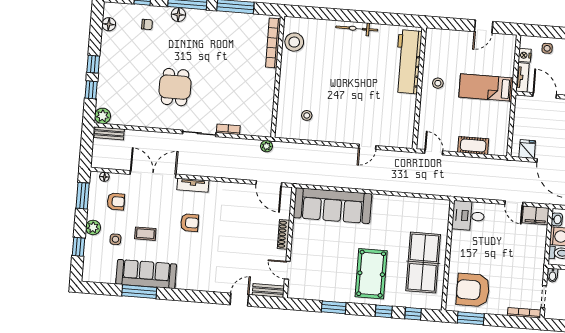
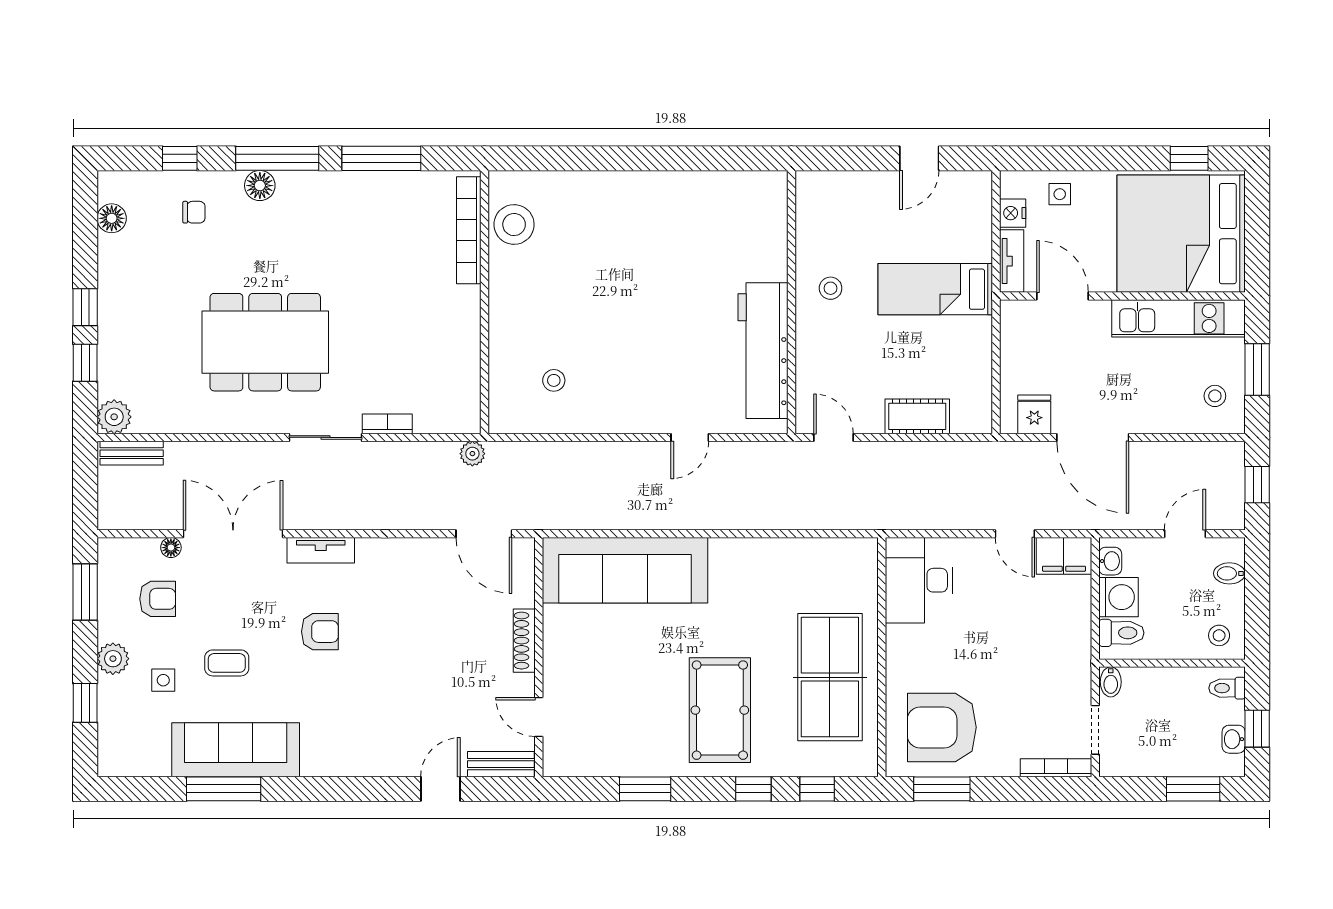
bicycle: (357, 29) -> (646, 185), removed
workbench: (408, 62) -> (763, 351), moved
dining table: (175, 87) -> (265, 342), width x1.88, depth x1.24
floor lamp: (104, 177) -> (171, 548), moved
desk: (468, 216) -> (919, 580), width x1.37

